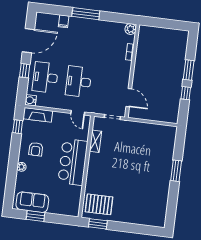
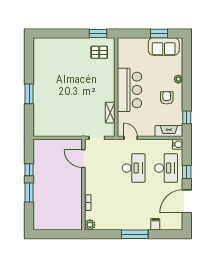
pallet: (99, 204) -> (99, 52), width x0.67, depth x0.71

